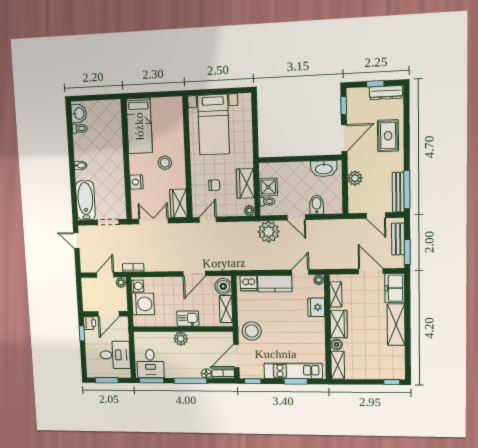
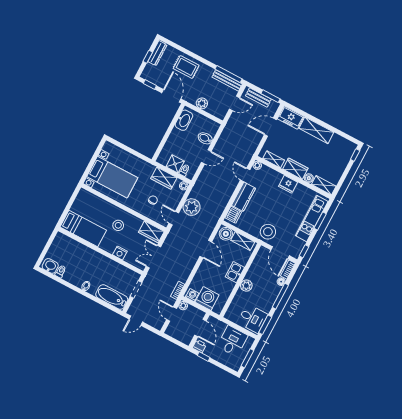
plant: (269, 232) -> (192, 207), moved
fridge: (316, 307) -> (288, 184), moved

